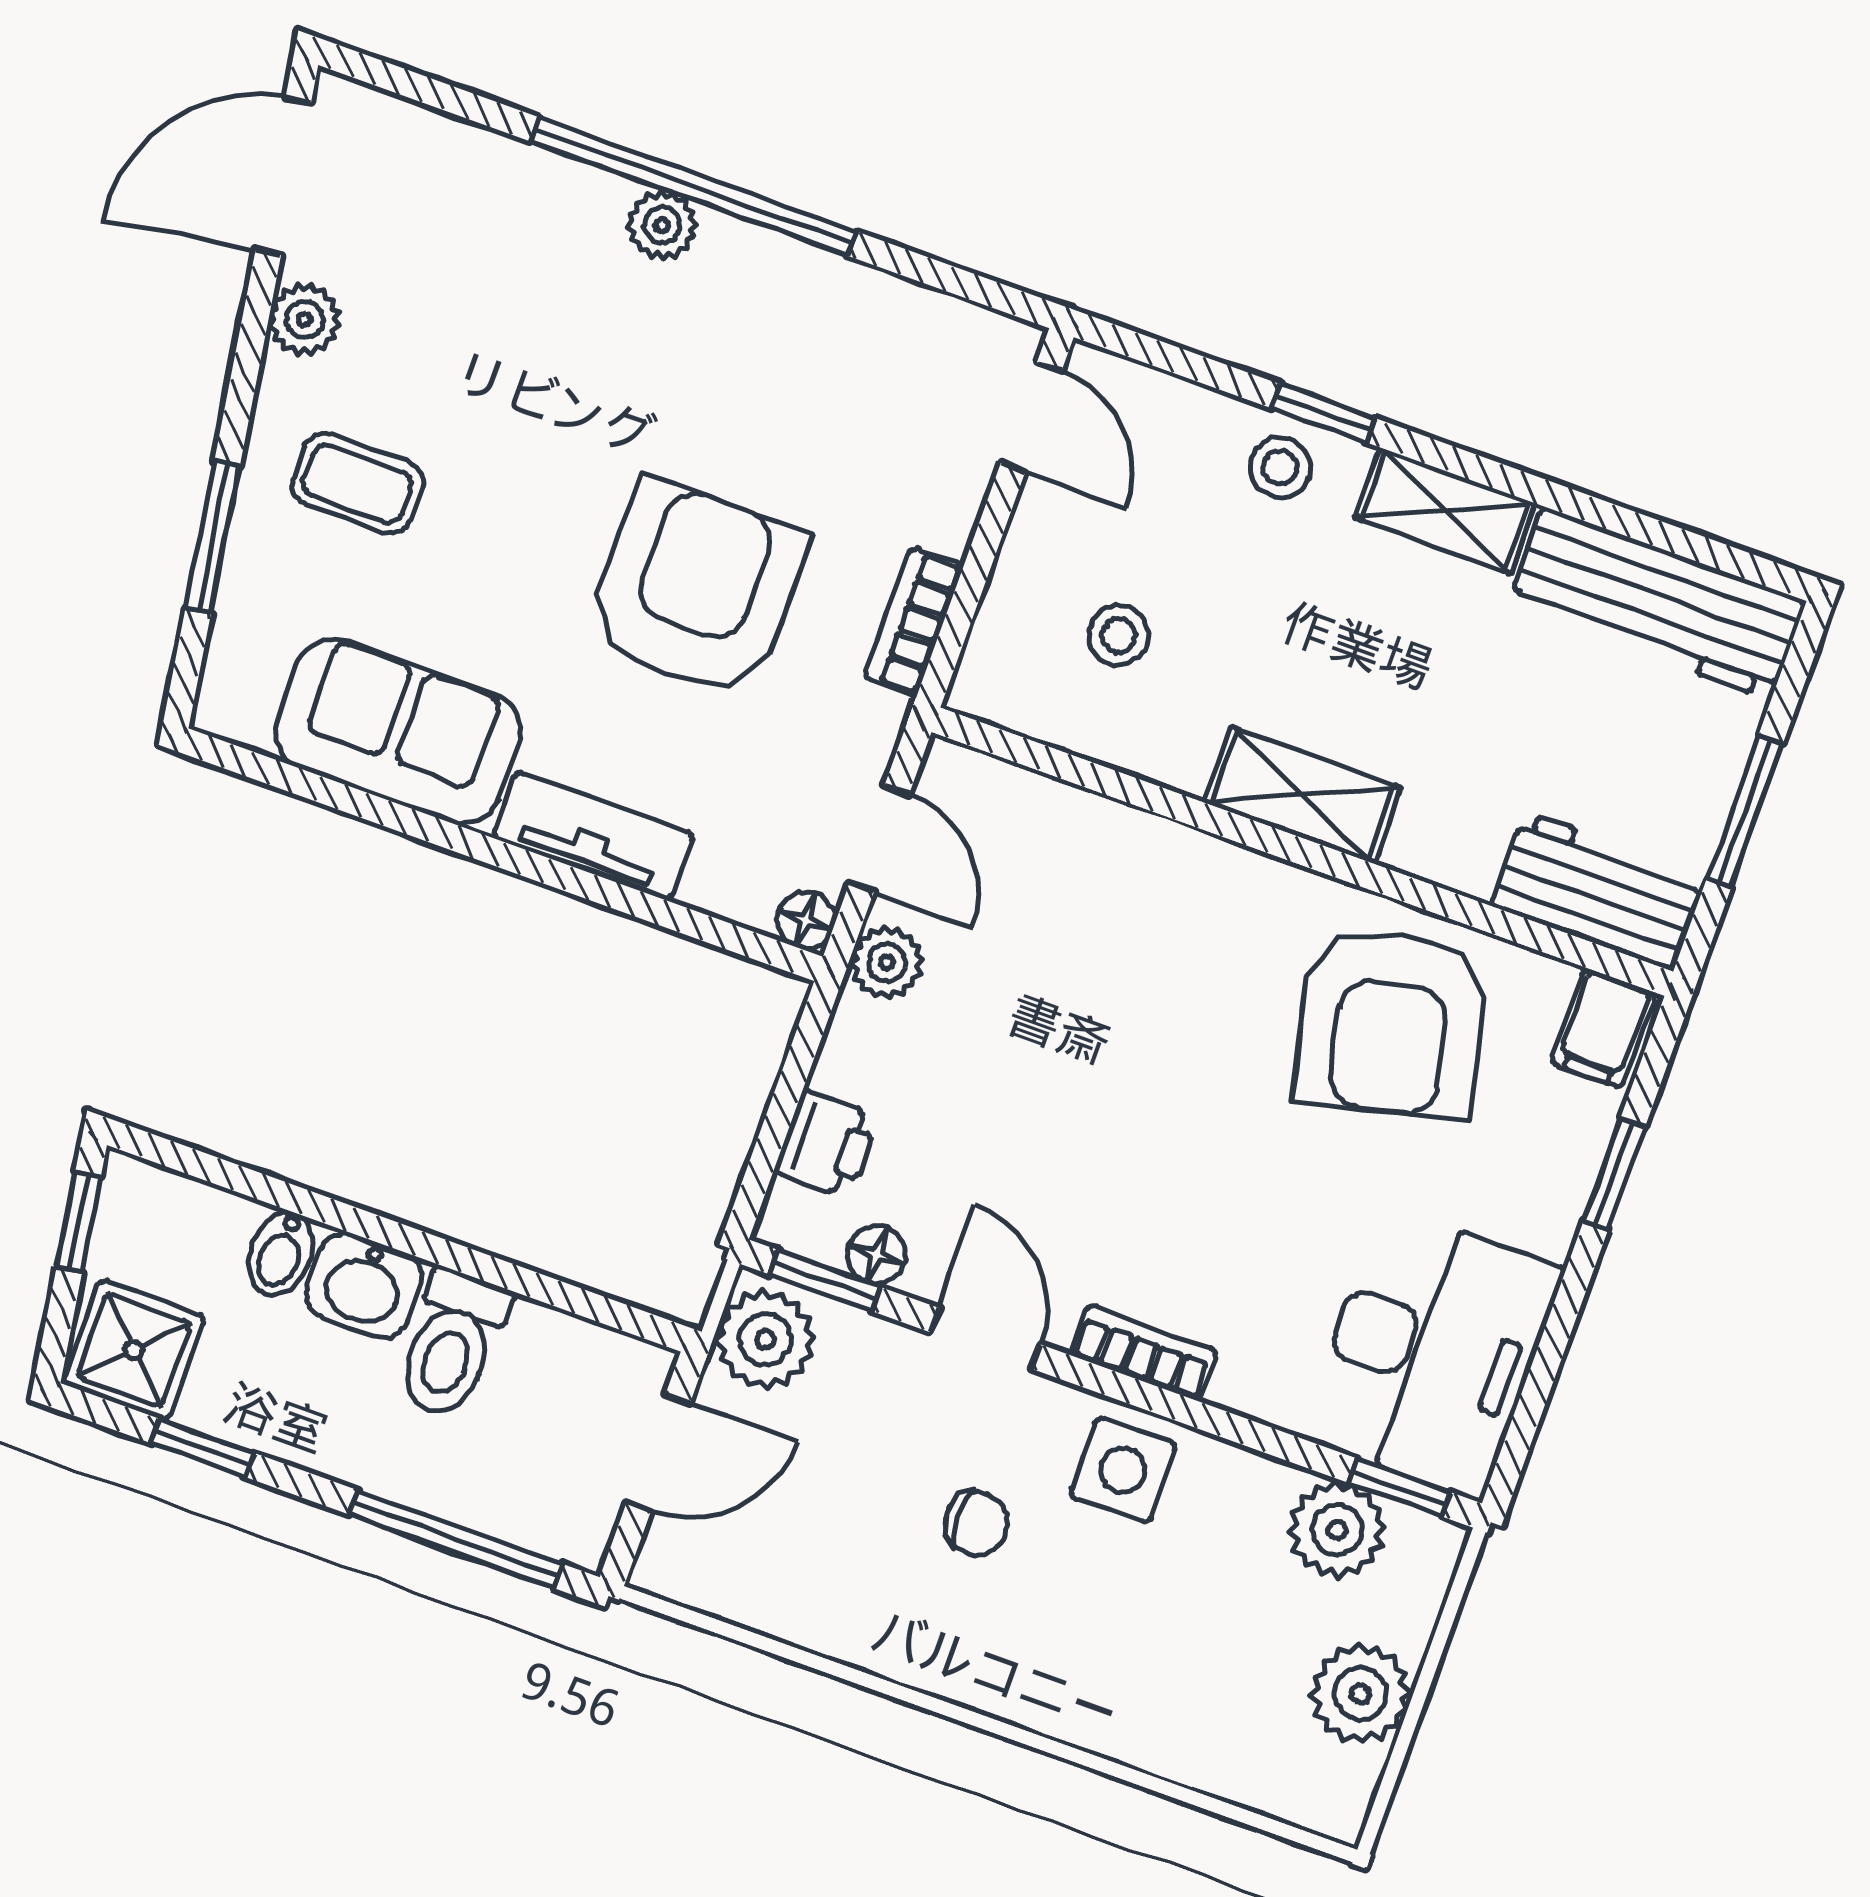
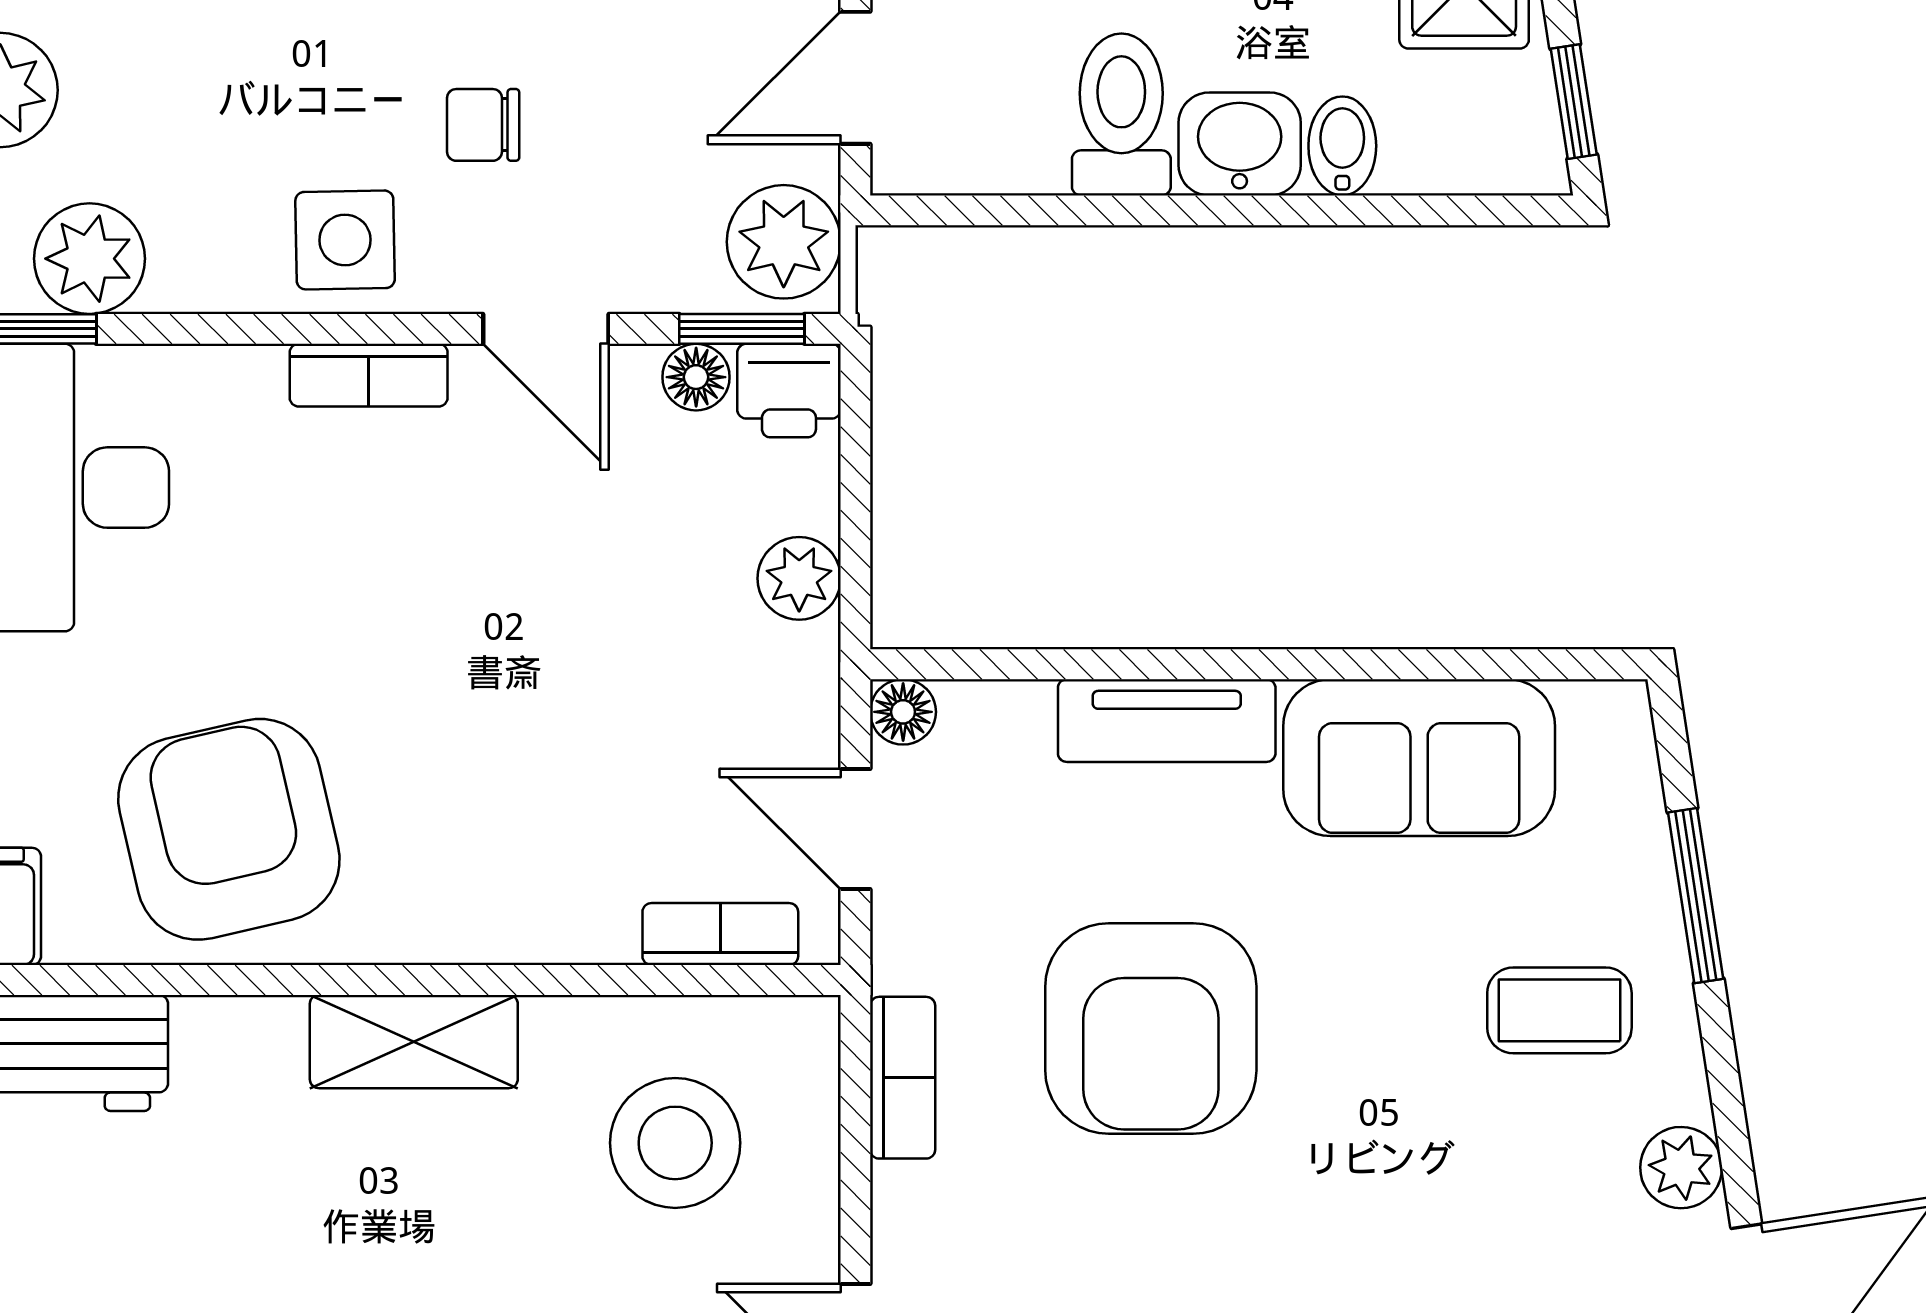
stool: (1119, 635) -> (675, 1143), width x1.89, depth x1.89
bookcase: (1021, 793) -> (720, 934), added
plant: (887, 963) -> (799, 578), moved
printer: (826, 1144) -> (789, 391), moved, turned -90

